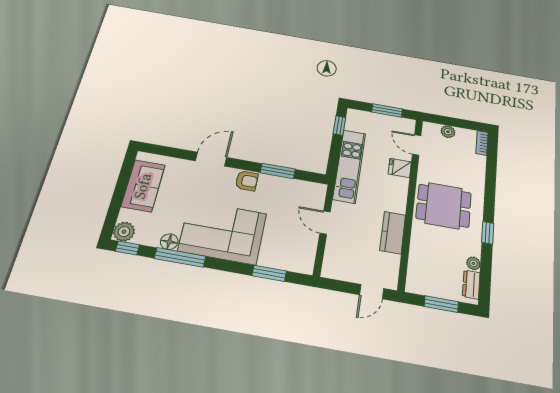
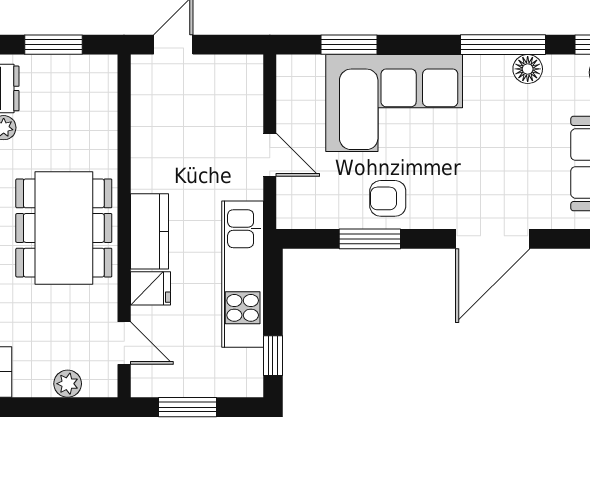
door: (211, 159) -> (493, 239), width x1.36
armchair: (247, 181) -> (388, 198), moved
dining table: (444, 206) -> (64, 228), width x1.38
corner sofa: (222, 232) -> (394, 103), moved
kitchen counter: (393, 233) -> (149, 231), moved

